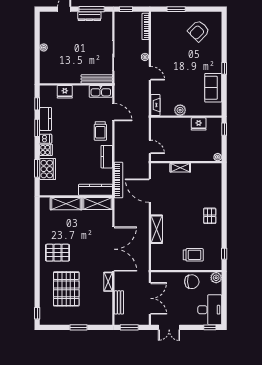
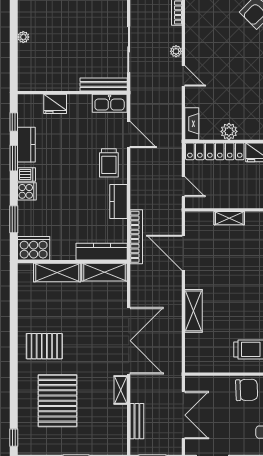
locker: (171, 123) -> (215, 151), added
cooker: (48, 169) -> (34, 248), moved, turned -90

